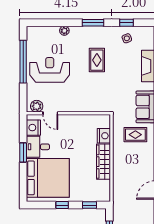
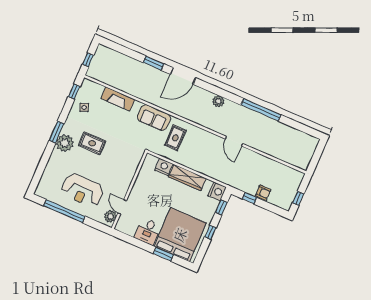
window: (127, 23) -> (74, 92), moved
plant: (64, 31) -> (65, 143), moved, width x1.87, depth x1.87
reception desk: (50, 70) -> (82, 190), turned -90
door: (50, 113) -> (122, 207), swing flipped
nightstand: (33, 128) -> (217, 191), moved, turned -90
window: (23, 152) -> (163, 254), moved

